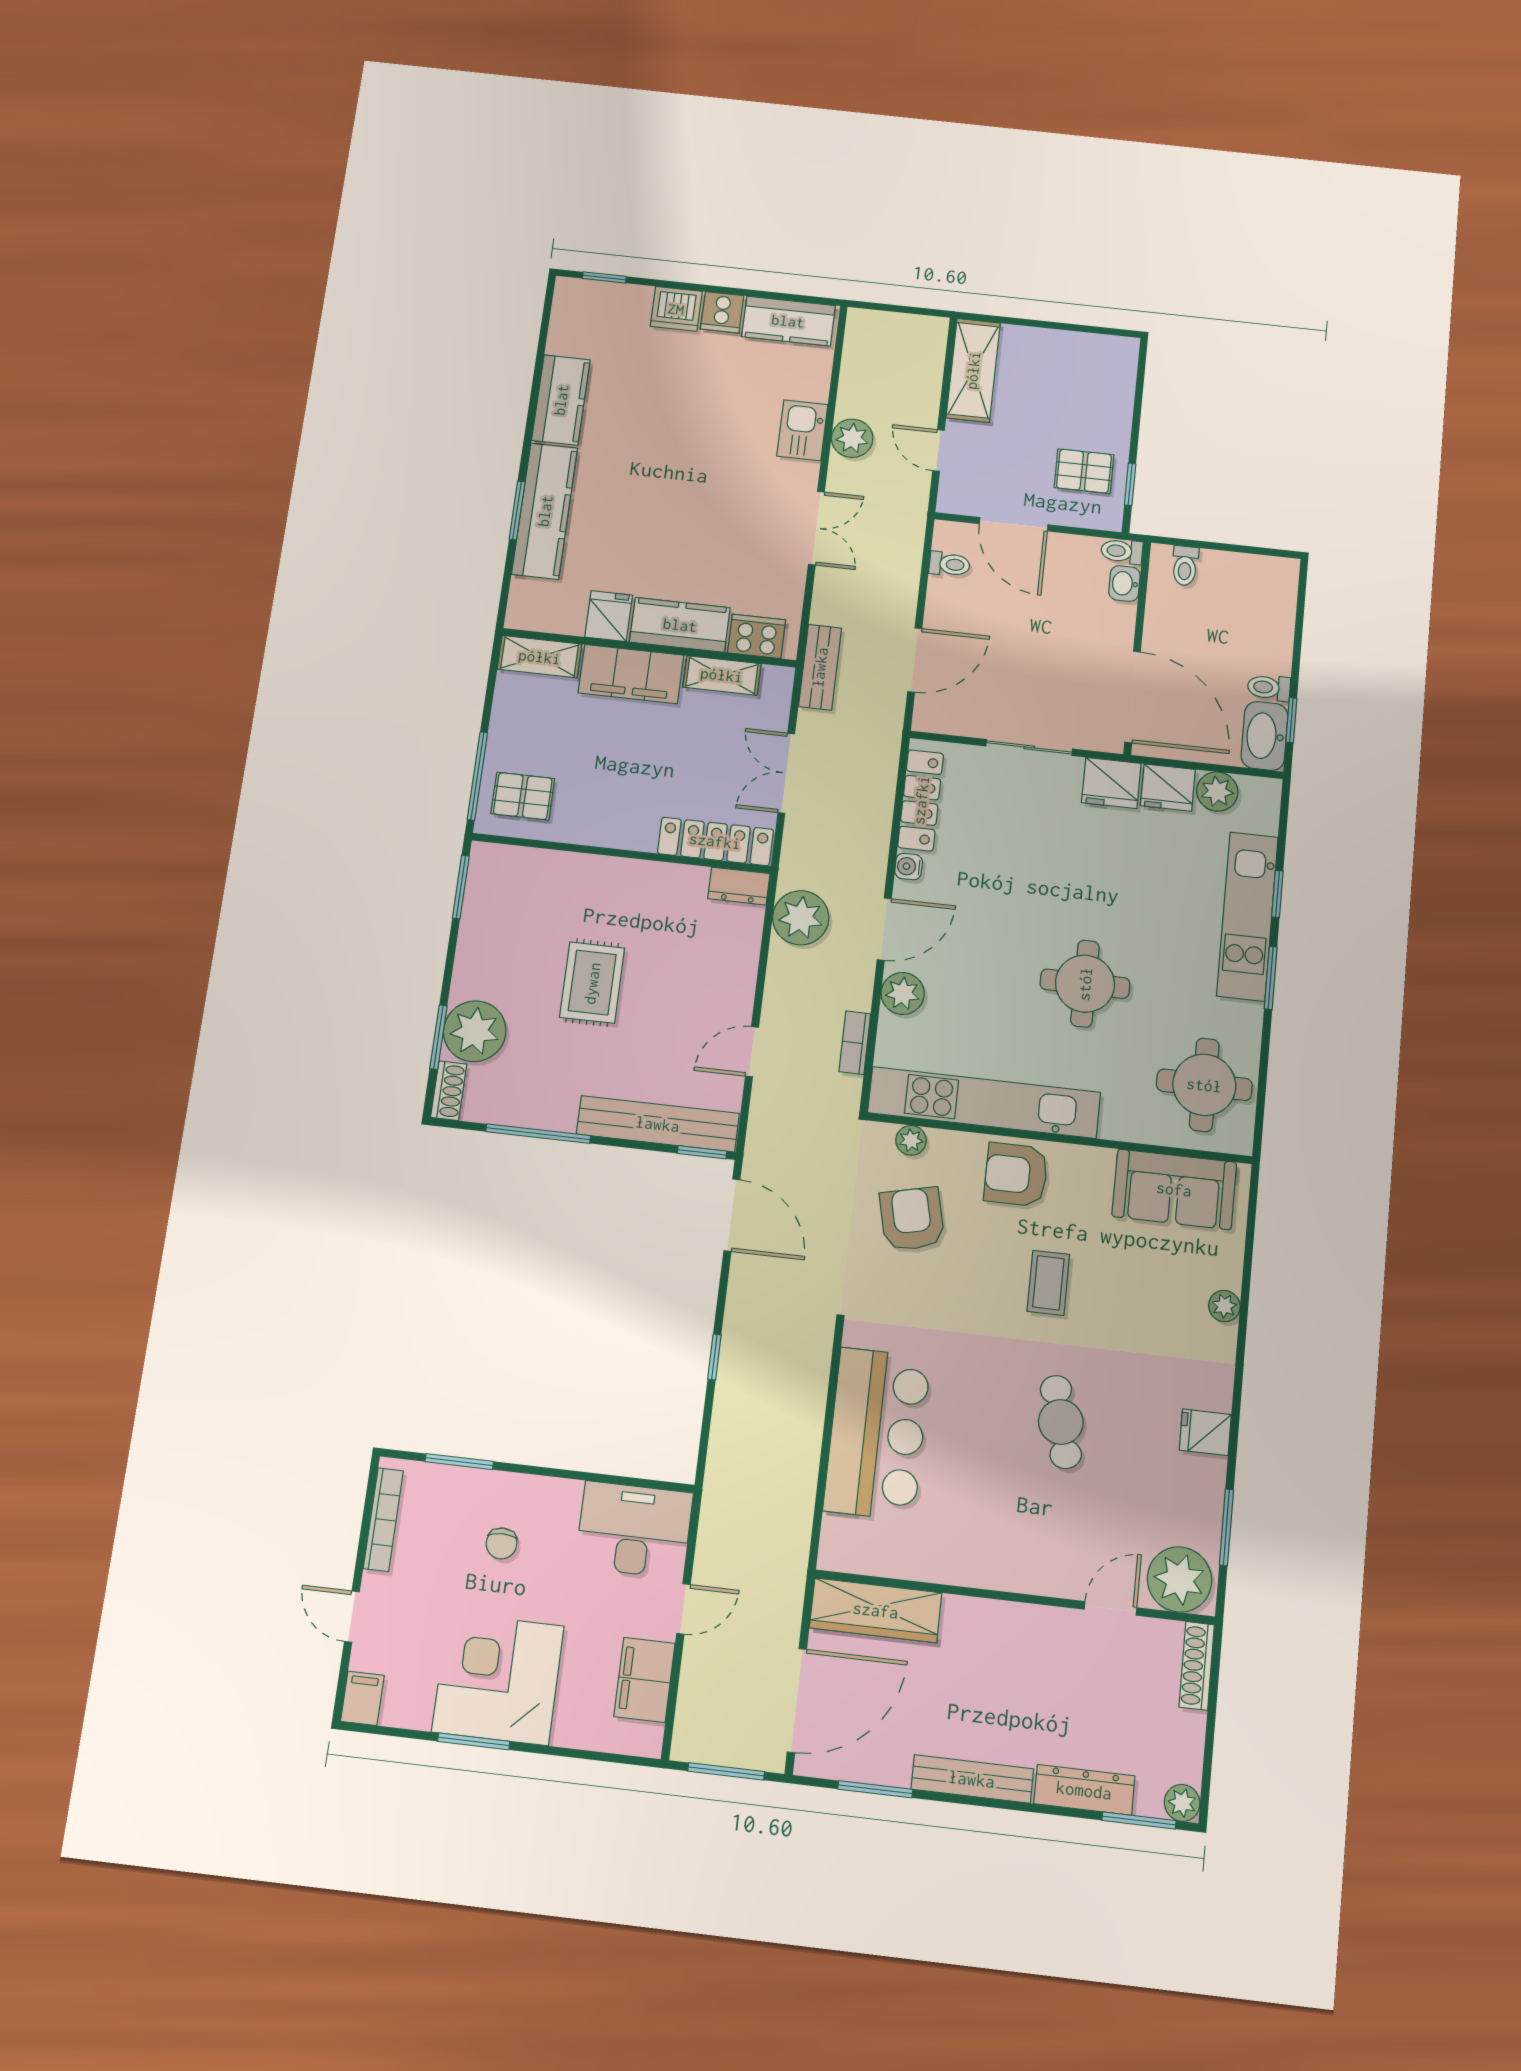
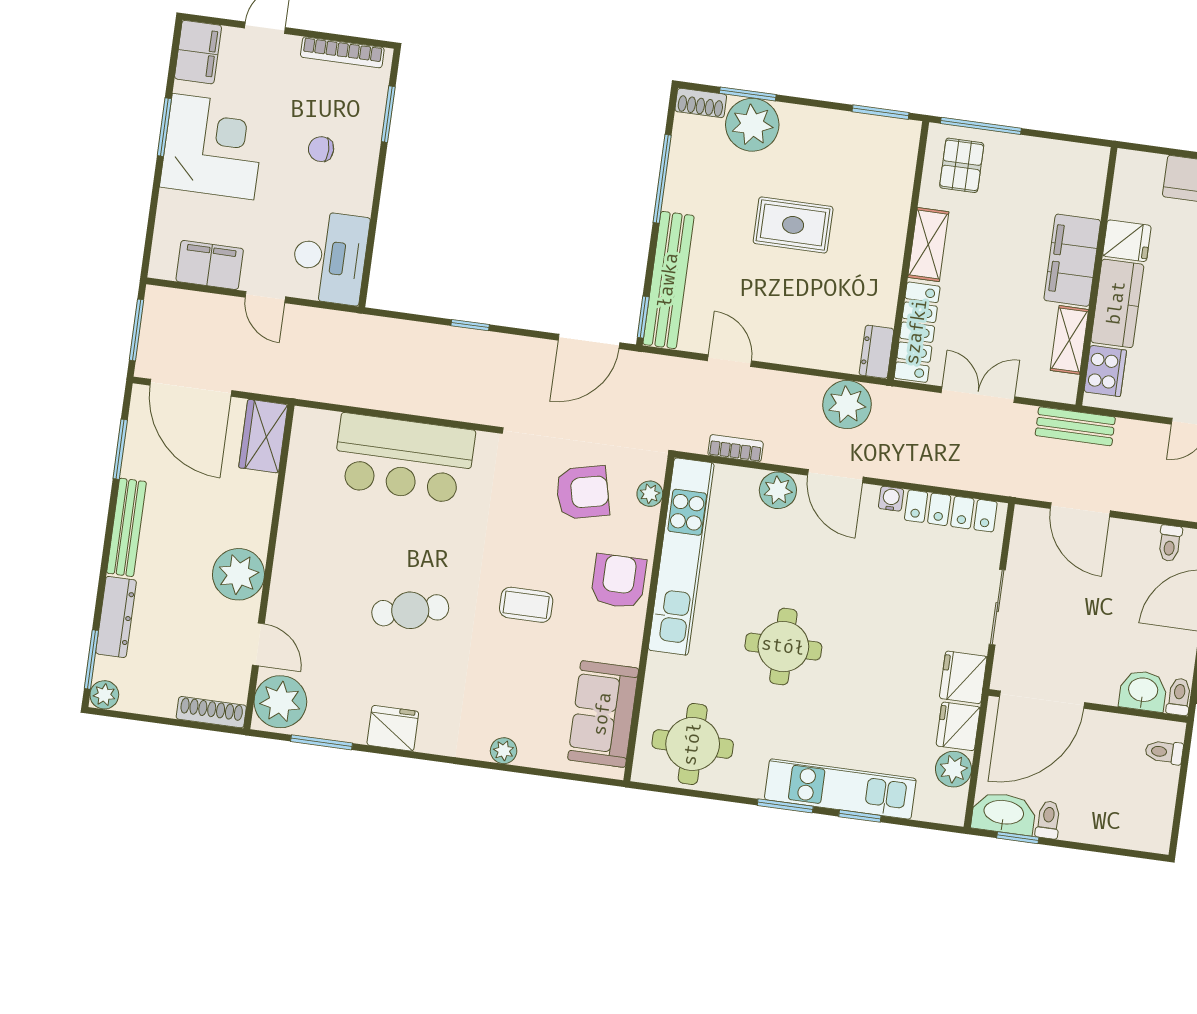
washbasin: (1124, 584) -> (1143, 691), width x1.38, depth x1.45
shelving: (540, 657) -> (928, 245), moved
fridge: (1205, 1432) -> (393, 728), width x1.38
wardrobe: (876, 1610) -> (263, 436), width x0.67
plant: (1025, 1635) -> (238, 574), added
filing cabinet: (362, 1698) -> (198, 52), width x2.00

